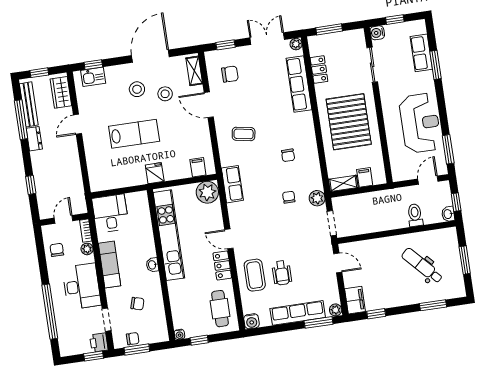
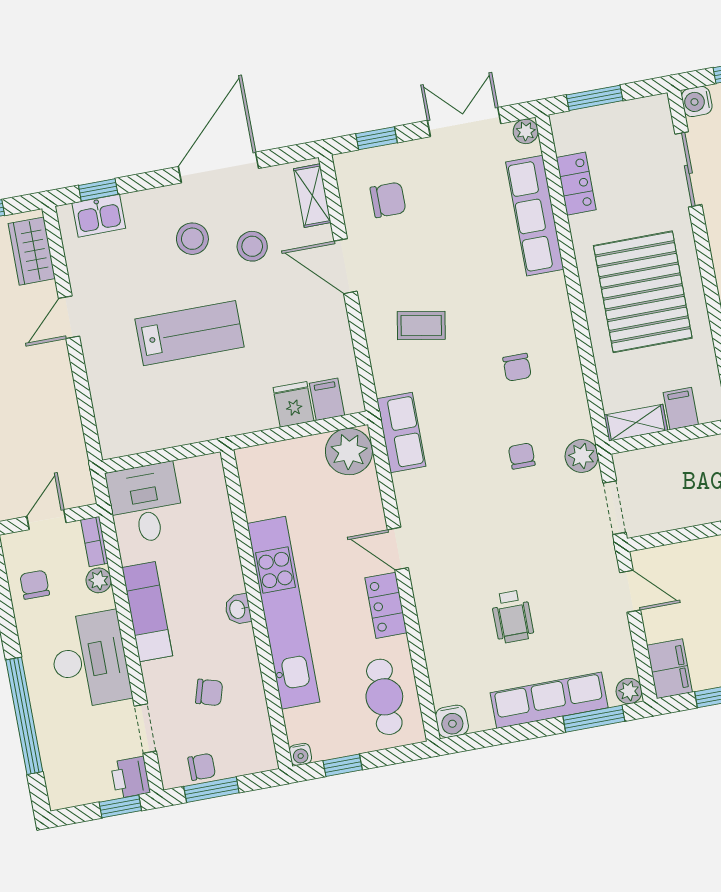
fridge: (155, 173) -> (293, 404), moved
kitchen unit: (169, 235) -> (283, 613), moved
coffee table: (255, 275) -> (455, 623), removed

